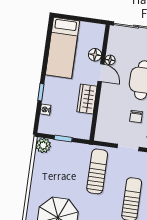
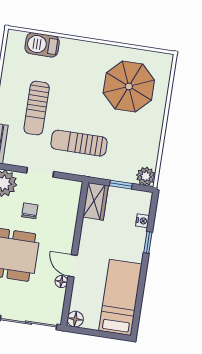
floor lamp: (95, 55) -> (75, 319), moved
wardrobe: (87, 99) -> (96, 201), moved
sun lounger: (97, 171) -> (79, 143), turned 90

